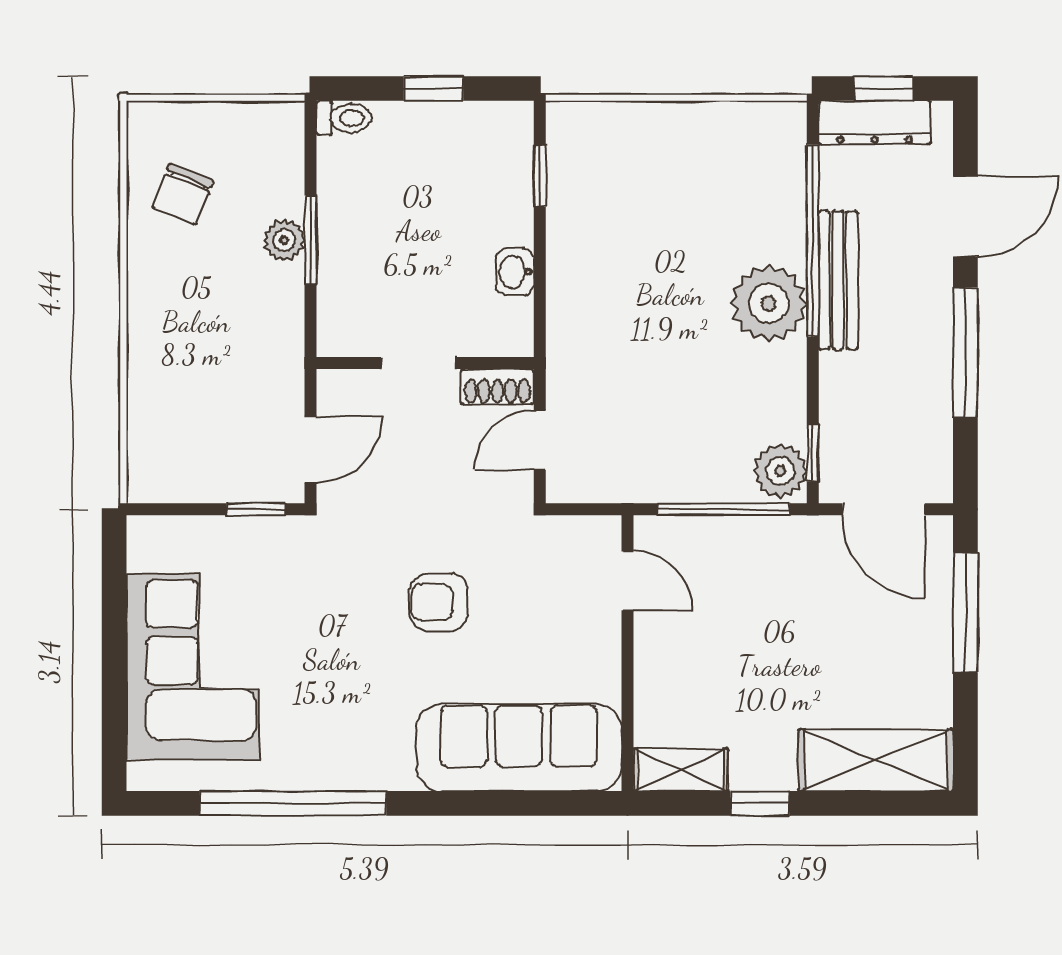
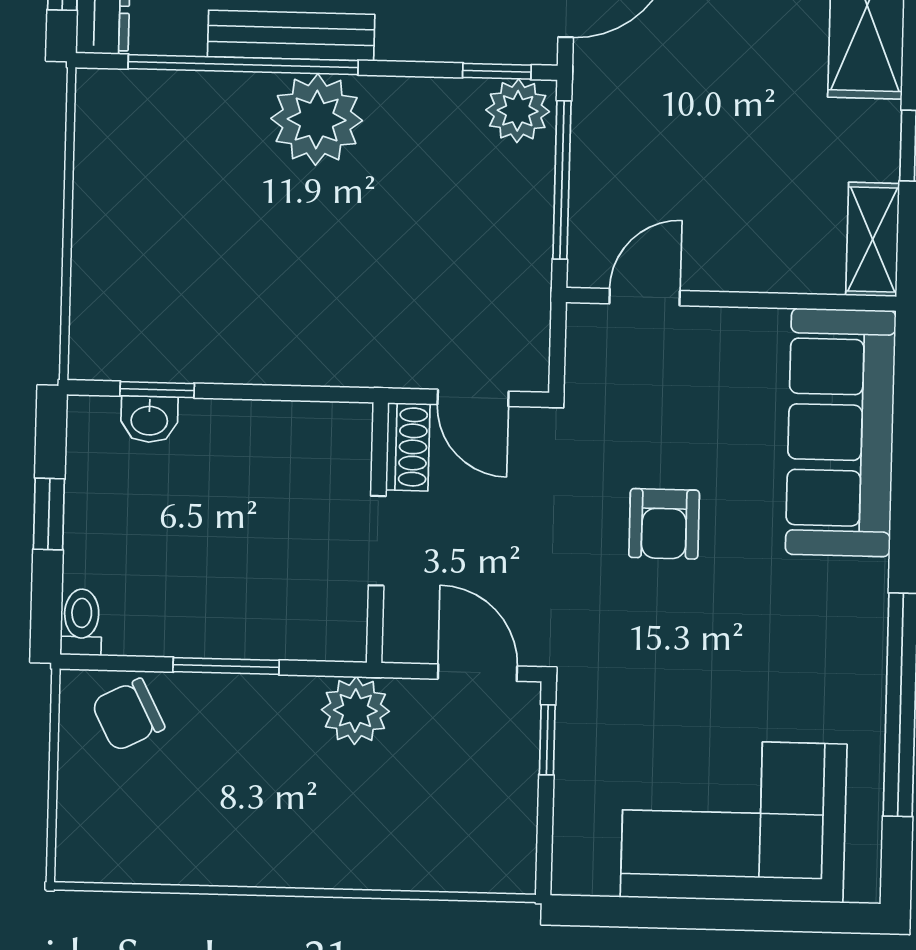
chair: (183, 194) -> (128, 715), moved, turned 131
plant: (284, 240) -> (355, 711), moved, width x1.38, depth x1.38
washbasin: (515, 272) -> (149, 419), moved

